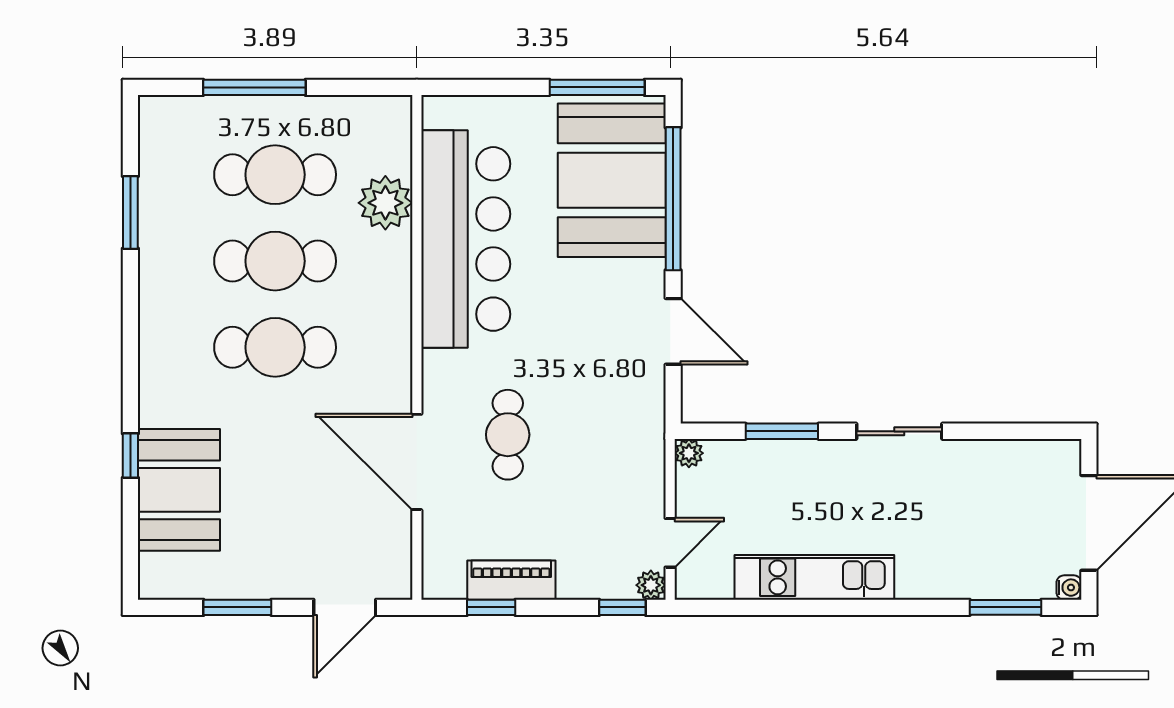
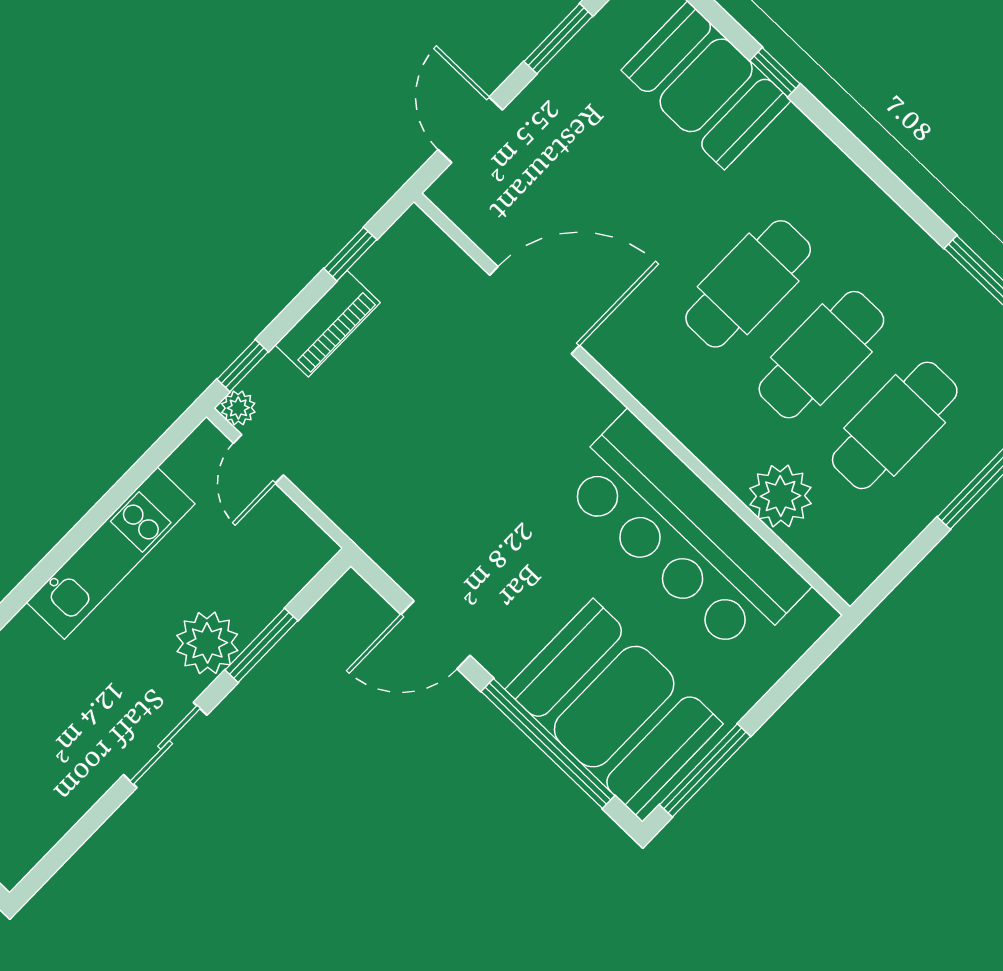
cafe table: (508, 435) -> (483, 410), removed
plant: (689, 453) -> (207, 643), moved, width x1.88, depth x1.88
piano: (511, 580) -> (328, 324), moved

